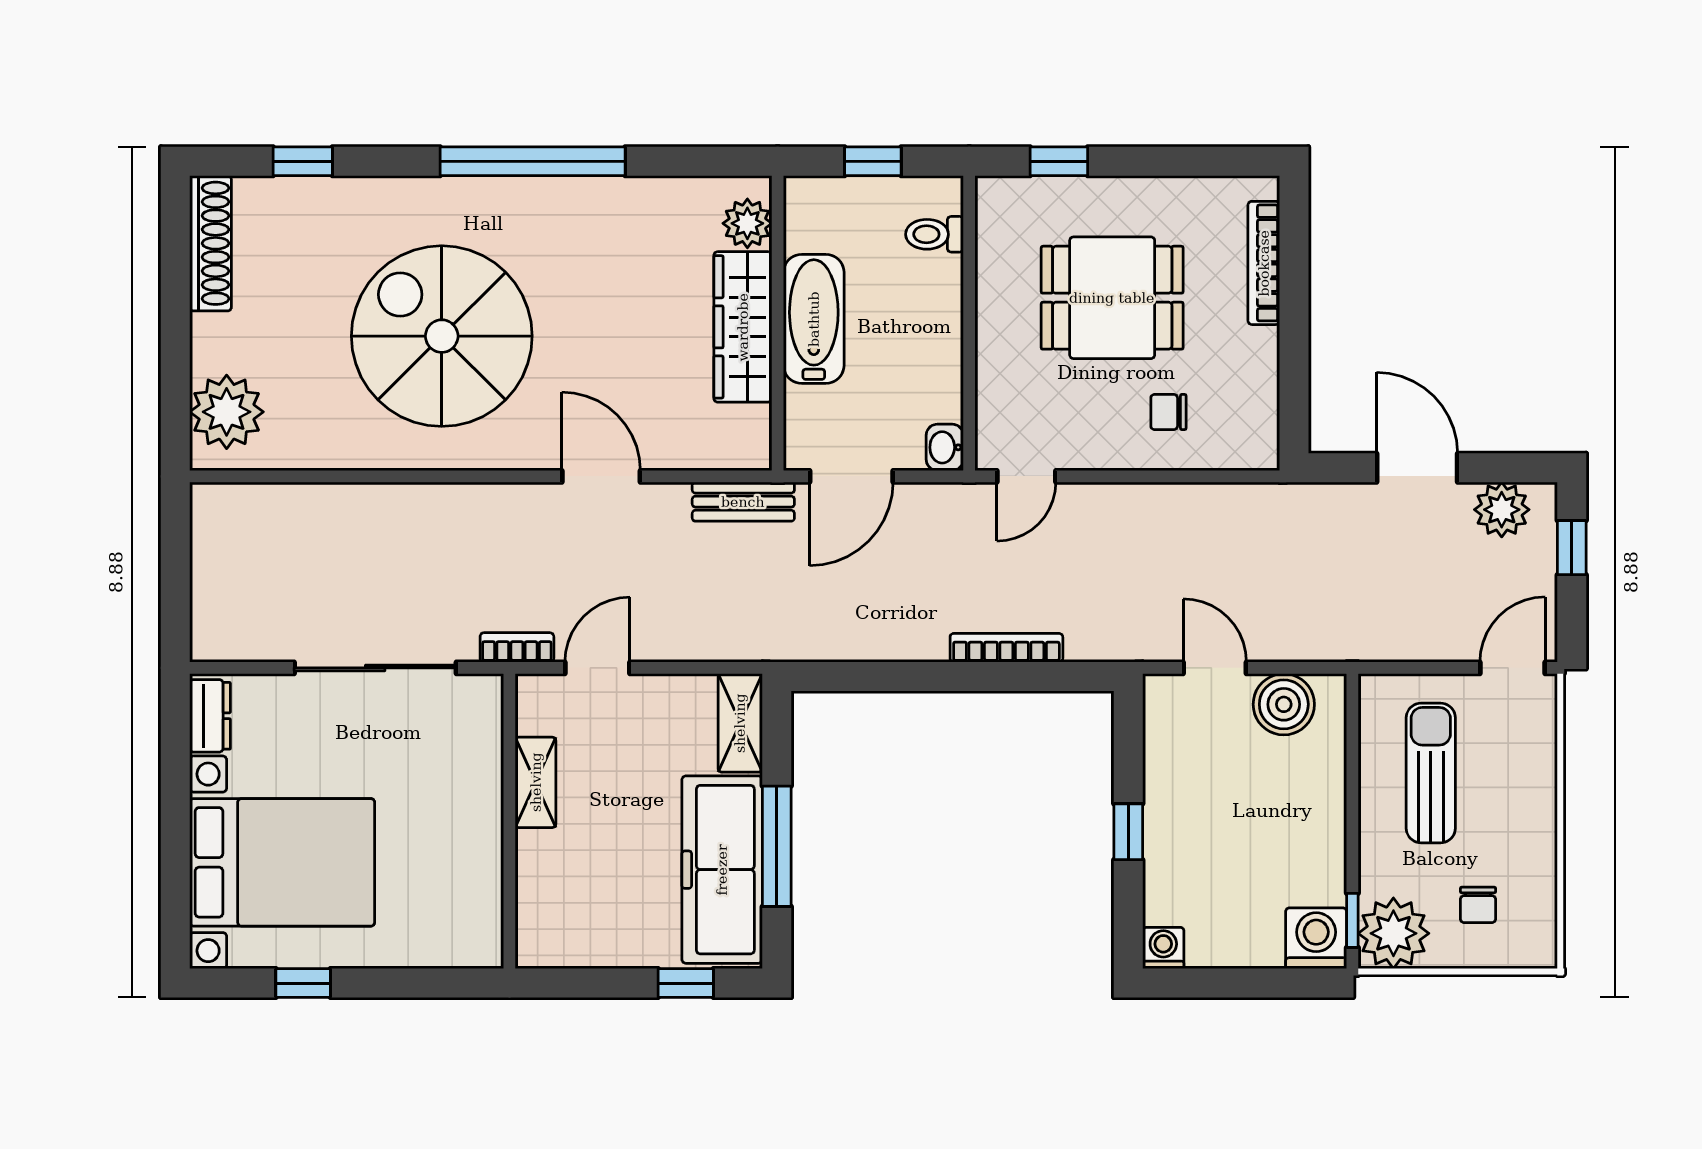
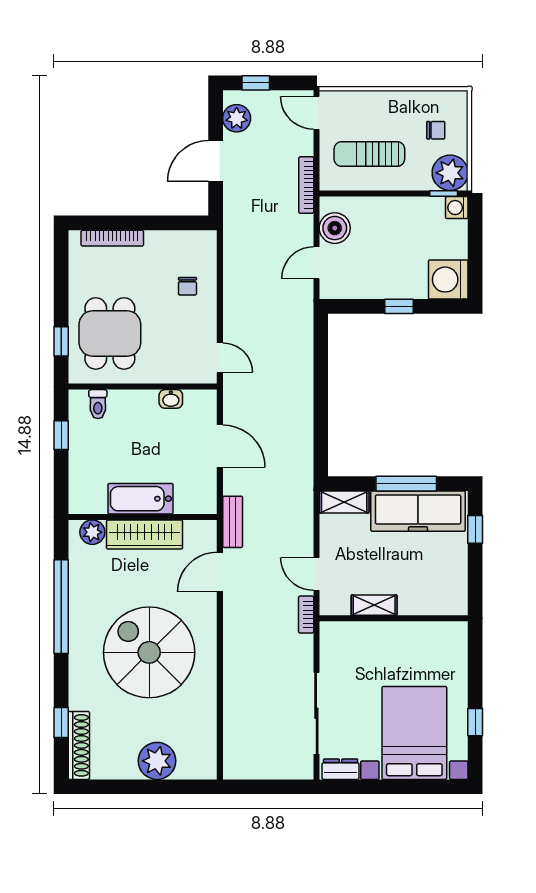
plant: (747, 223) -> (92, 532), moved
shoe rack: (210, 243) -> (79, 745), moved, turned 90
dining table: (1112, 298) -> (110, 333), moved
bathtub: (814, 319) -> (140, 499), moved
wall: (778, 323) -> (143, 517), moved
wardrobe: (743, 327) -> (145, 534), moved
spiral stairs: (442, 336) -> (149, 652), turned 90
plant: (227, 412) -> (157, 761), moved
washbasin: (945, 447) -> (171, 399), moved
bench: (743, 502) -> (233, 522), moved
bookcase: (1006, 648) -> (306, 185), moved
sliding door: (375, 668) -> (316, 713), moved
washing machine: (1316, 938) -> (457, 208), width x0.73, depth x0.73
washing machine: (1163, 948) -> (448, 280), width x1.89, depth x1.89

